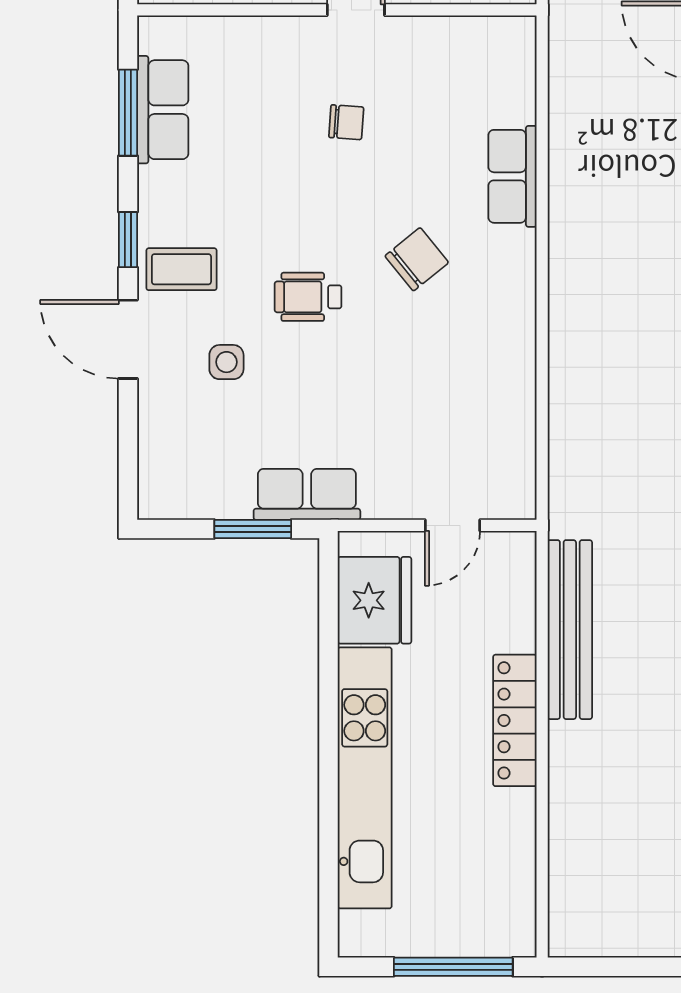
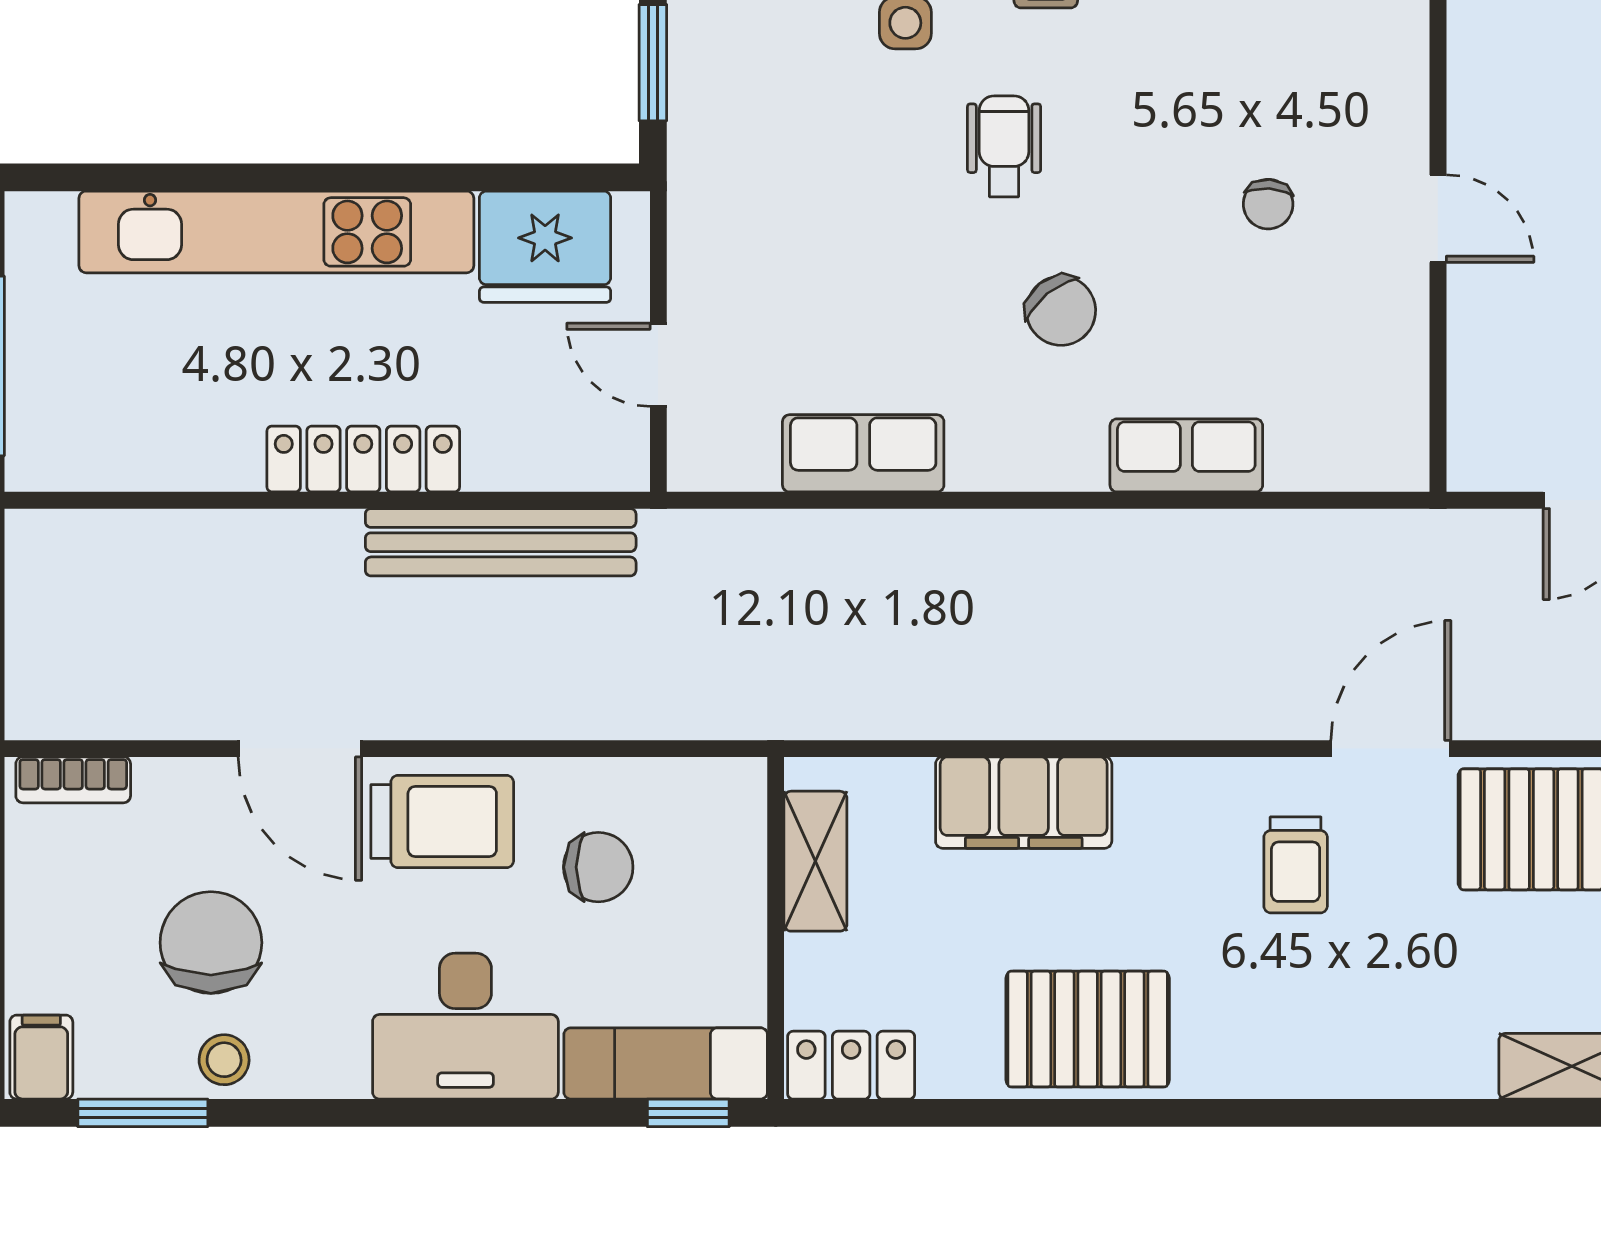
row of seats: (307, 494) -> (863, 453), moved, turned -90

